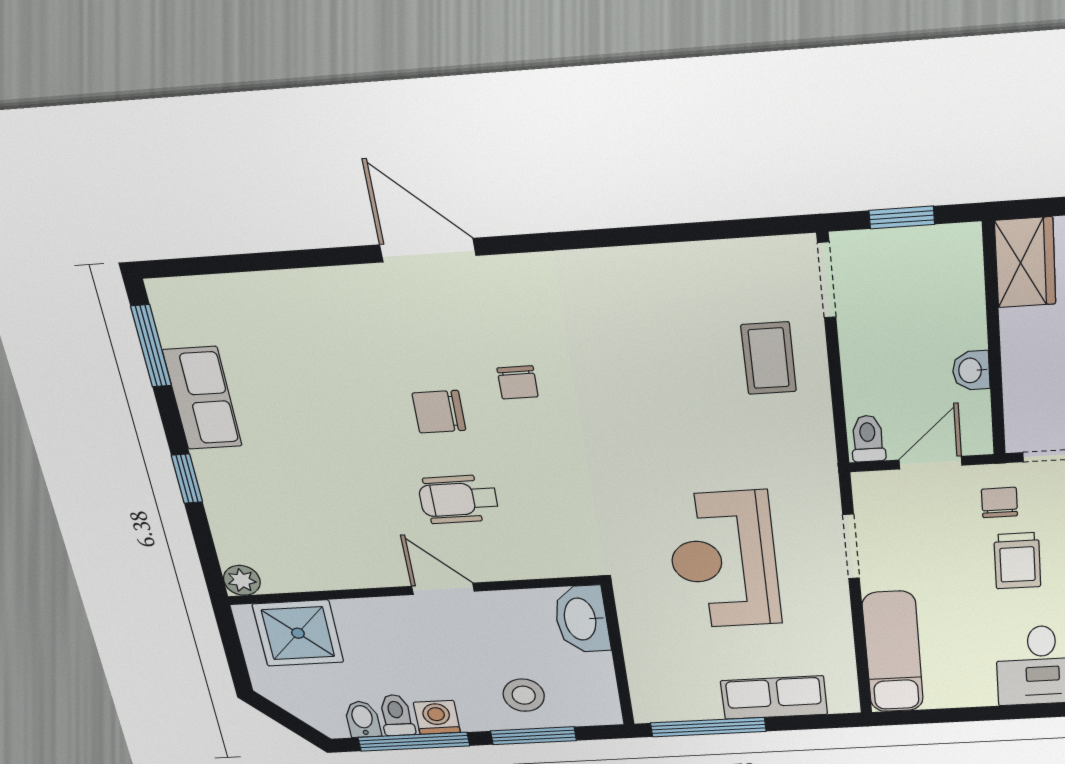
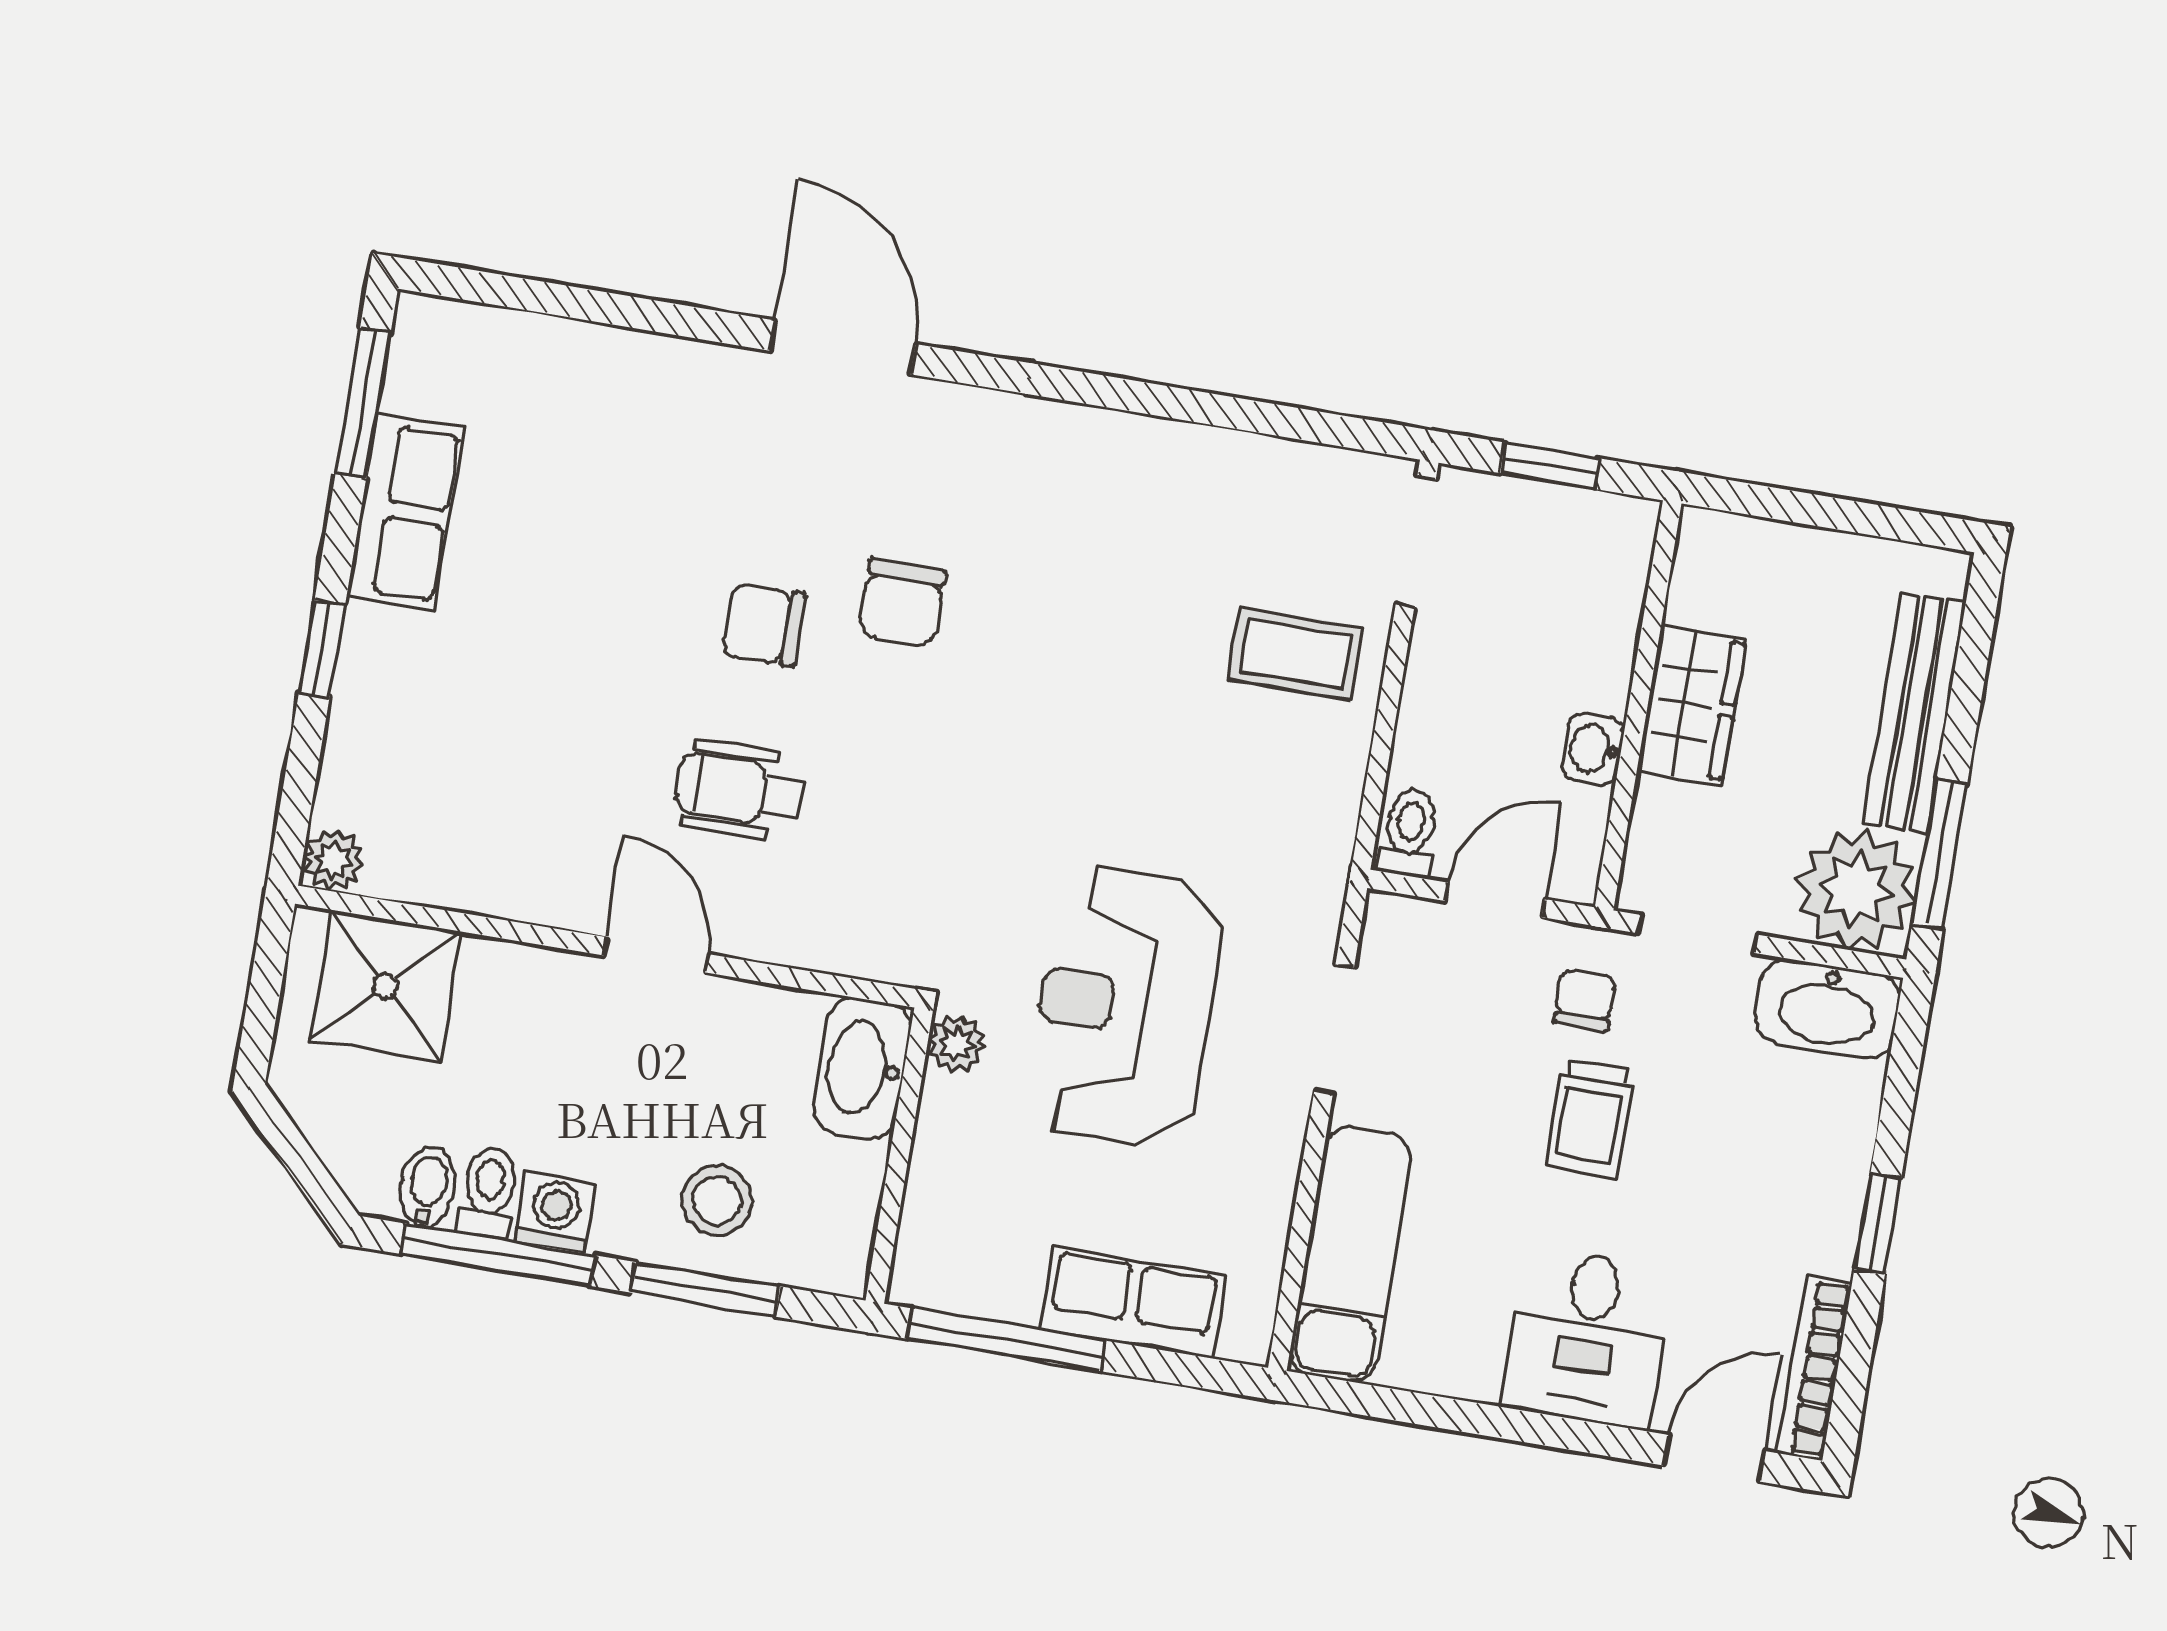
wardrobe: (1025, 262) -> (1691, 705), moved
coffee table: (769, 358) -> (1295, 653), turned 90
chair: (518, 382) -> (902, 603), width x1.37, depth x1.37
plant: (632, 597) -> (957, 1044), added

